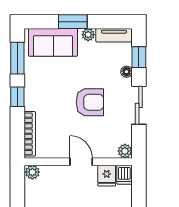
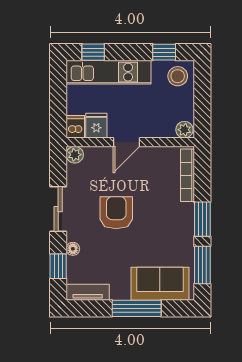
window: (73, 22) -> (137, 308), width x1.44
plant: (88, 35) -> (118, 293), removed
window: (17, 97) -> (202, 219), width x1.50
armchair: (90, 102) -> (116, 213), turned 90
door: (81, 162) -> (127, 142), hinge flipped

